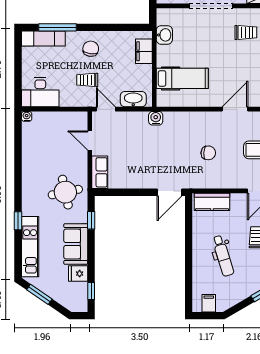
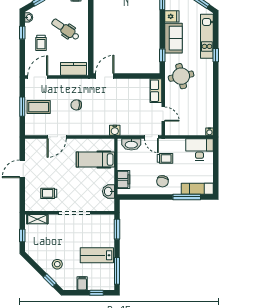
dental chair: (223, 256) -> (65, 29), turned -39

